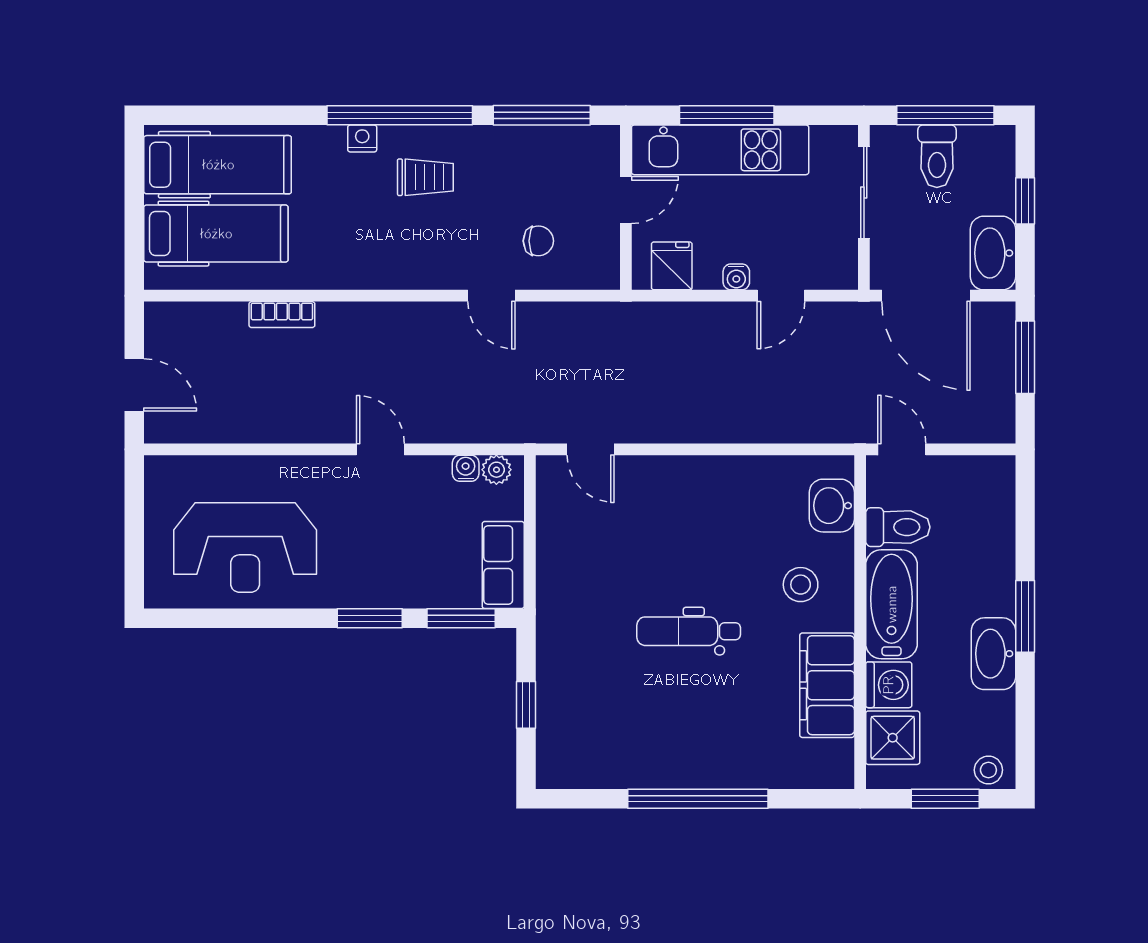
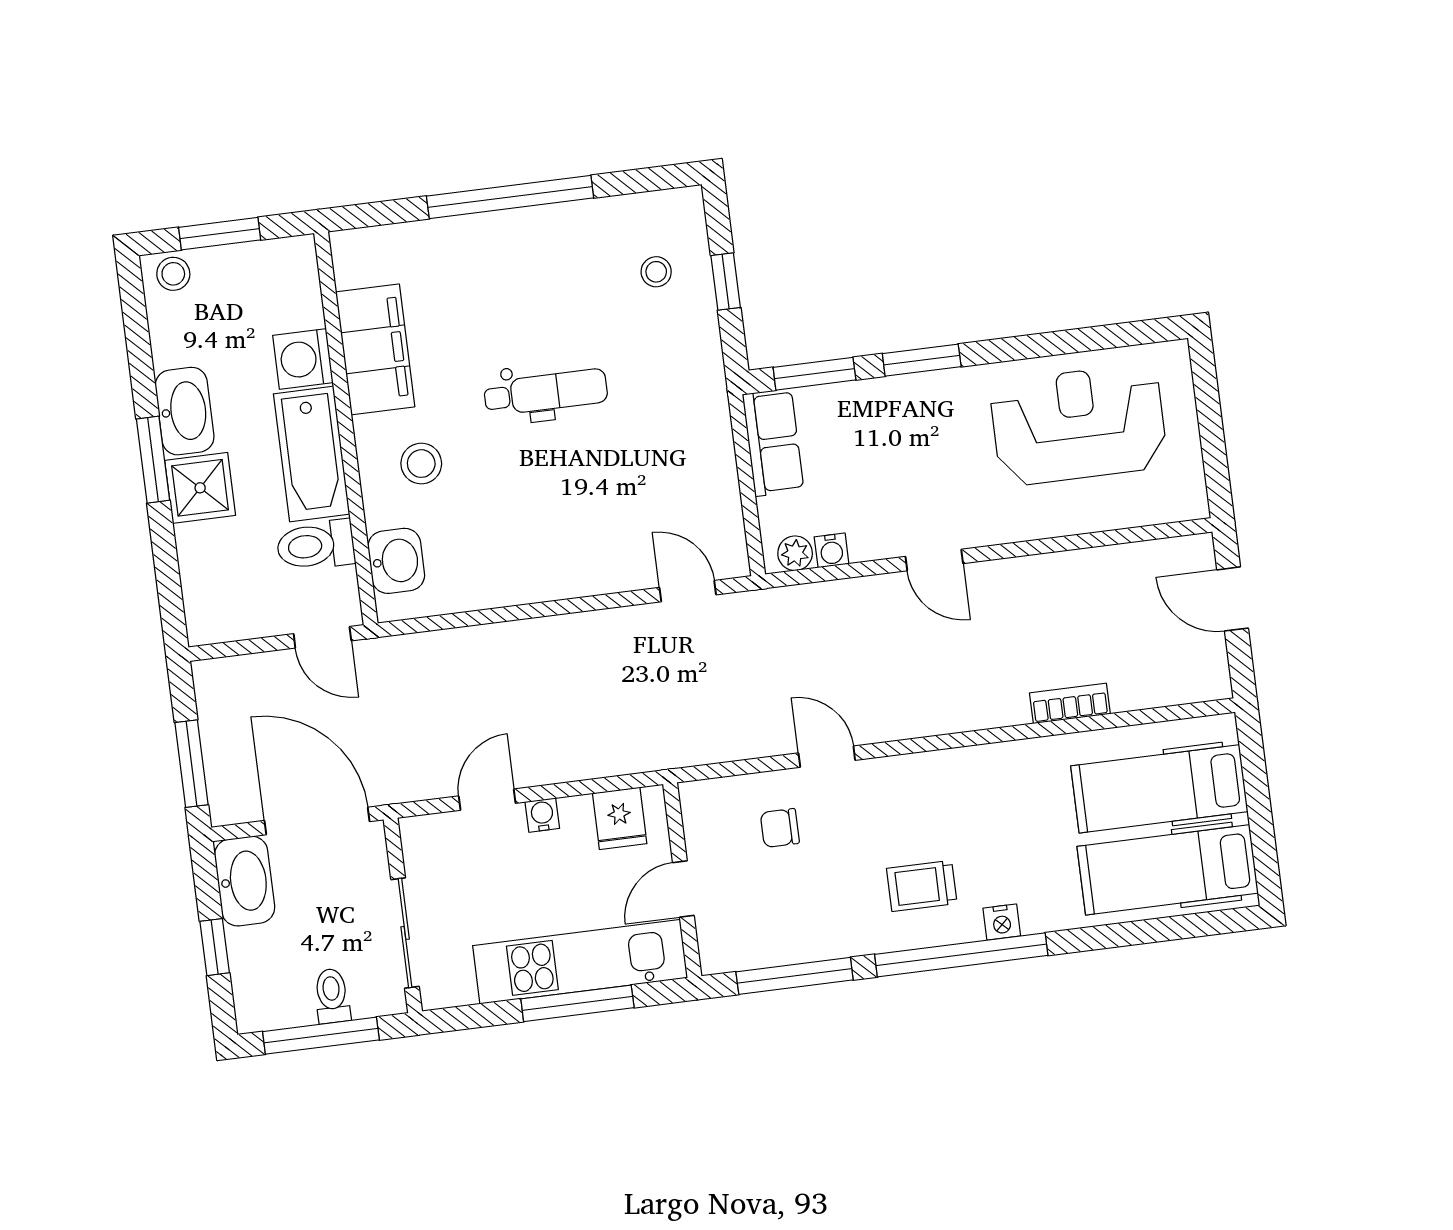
toilet: (937, 156) -> (332, 996), width x0.73, depth x0.72
stool: (583, 721) -> (656, 272), added
shower: (893, 738) -> (200, 488), moved

